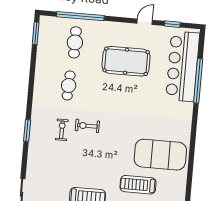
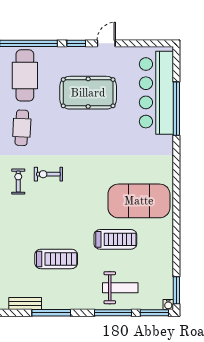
window: (172, 24) -> (76, 43), moved
cafe table: (75, 42) -> (25, 75), width x1.37, depth x1.35
treadmill: (138, 185) -> (115, 239), turned 180

